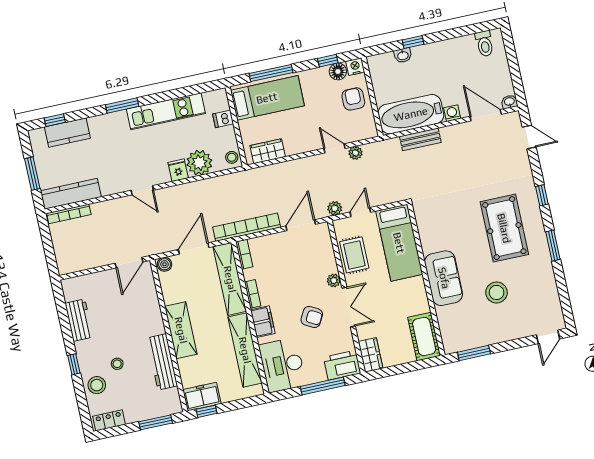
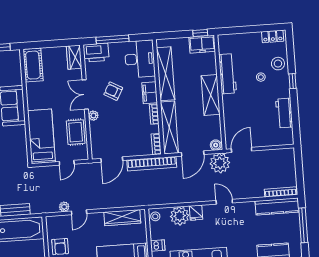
door: (335, 148) -> (79, 212), hinge flipped
wardrobe: (268, 151) -> (122, 218), width x1.50
window: (32, 174) -> (303, 225), width x1.44
plant: (335, 208) -> (220, 163), moved, width x1.88, depth x1.88
window: (156, 422) -> (239, 30), removed

